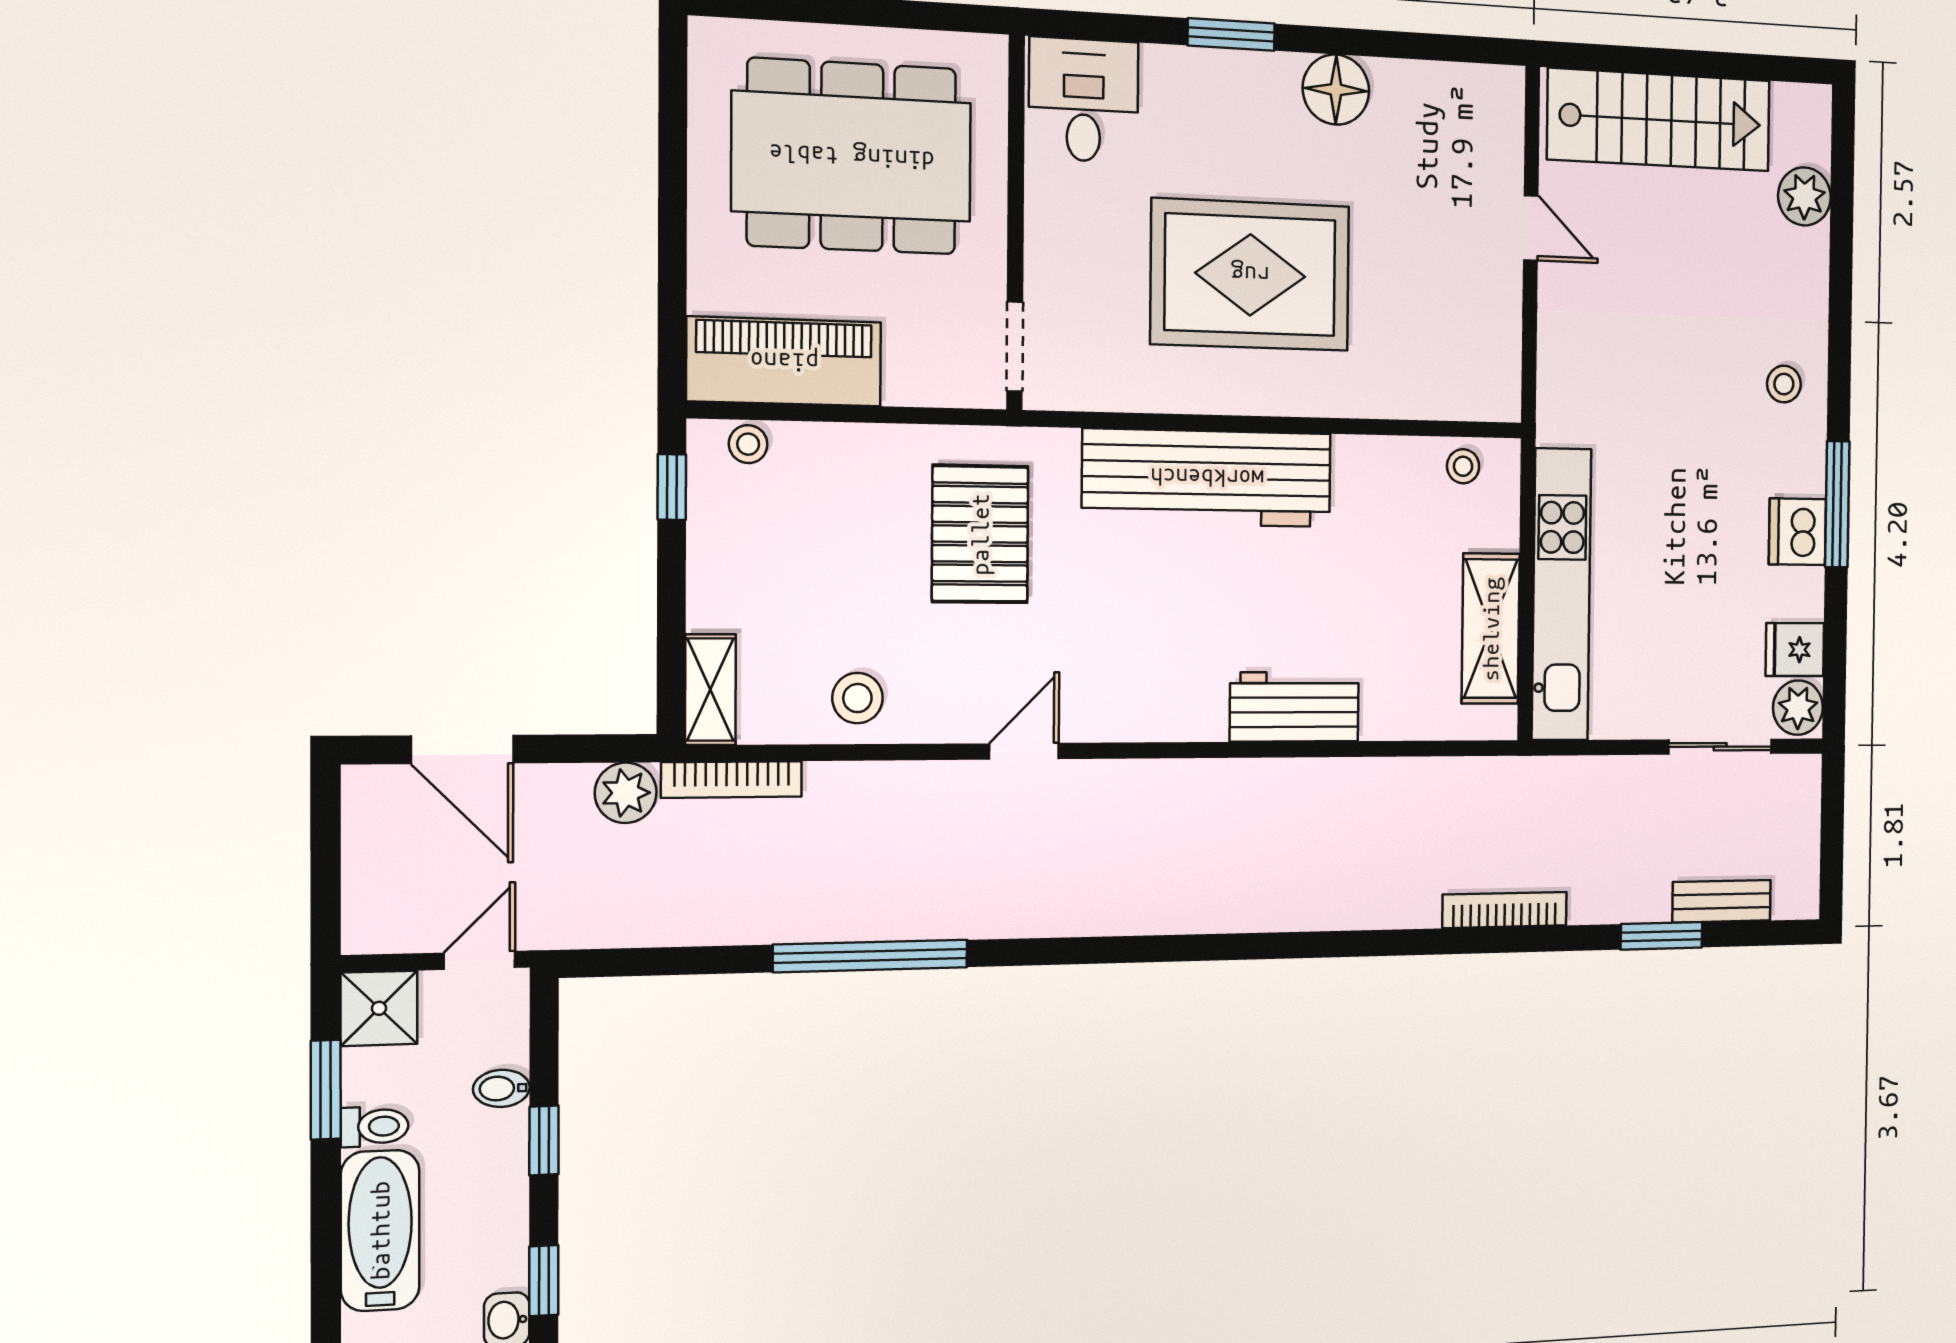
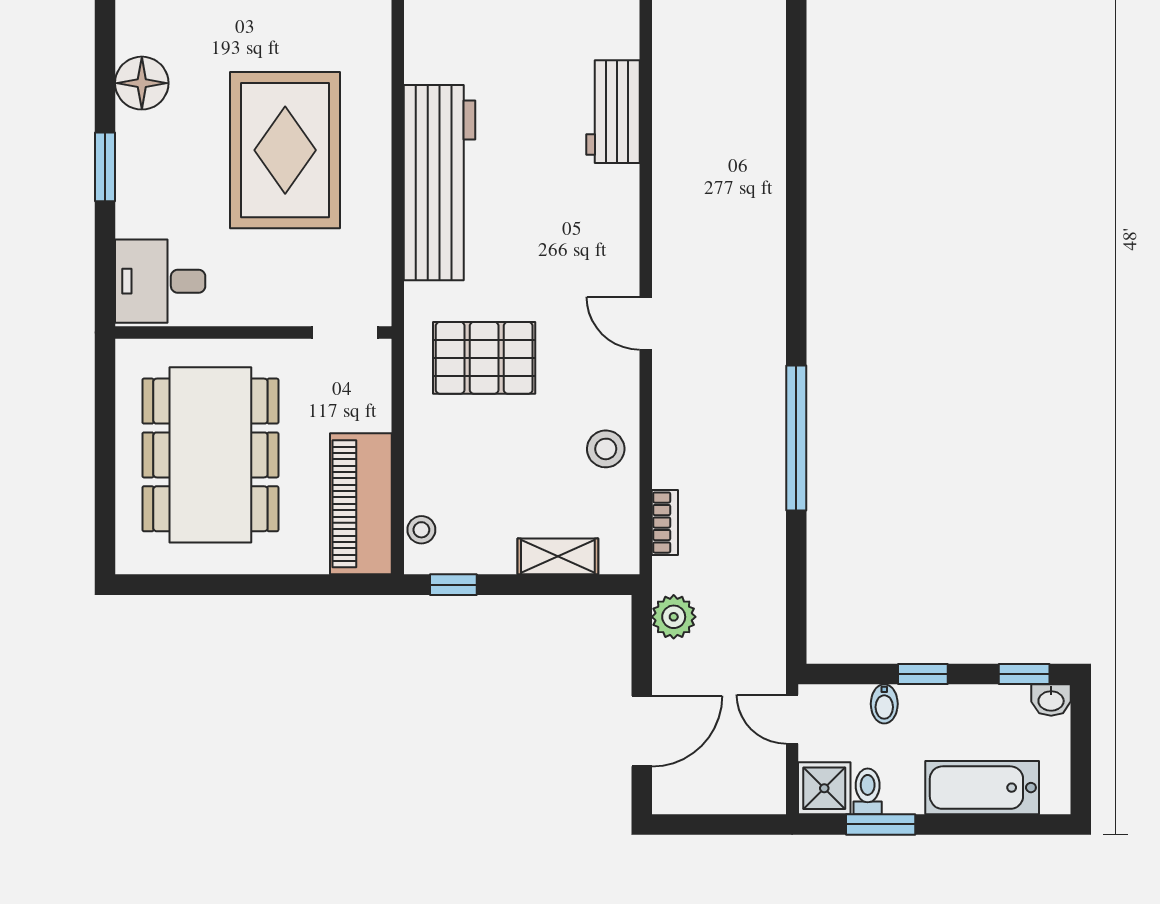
shelving: (710, 690) -> (558, 556), moved
bookcase: (732, 780) -> (665, 523), width x0.64
toilet: (375, 1126) -> (868, 791), moved

